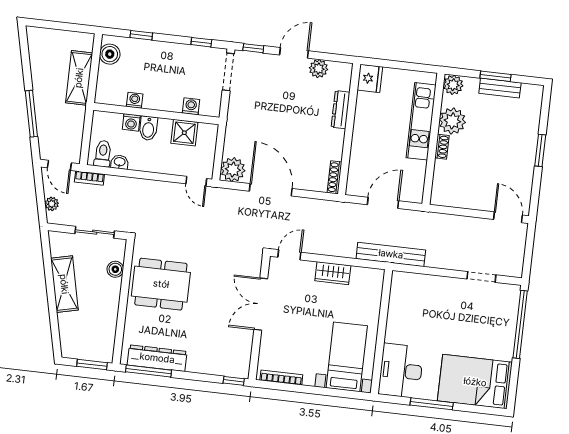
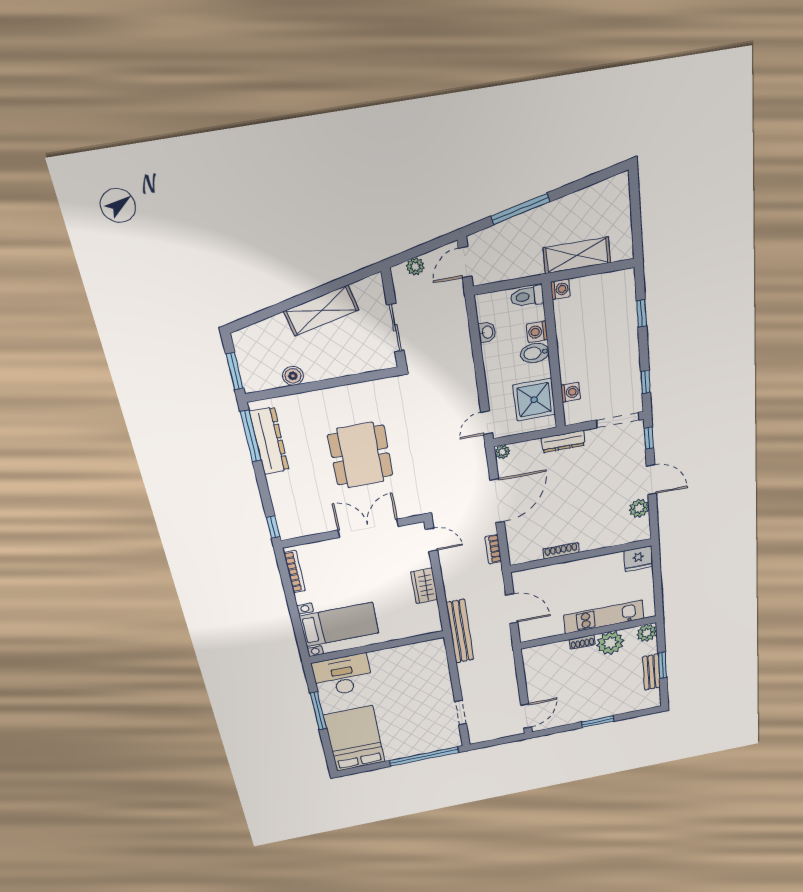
boiler: (110, 54) -> (613, 283), removed
washing machine: (135, 100) -> (560, 289), moved
dresser: (341, 110) -> (563, 442), moved, turned 180
shower: (184, 133) -> (534, 400), width x1.36, depth x1.36
toilet: (103, 154) -> (527, 296), moved, turned 180
plant: (233, 170) -> (502, 452), width x0.53, depth x0.53
shoe rack: (334, 177) -> (561, 551), moved
bookcase: (89, 178) -> (493, 549), moved
boiler: (115, 269) -> (293, 376), moved
dining table: (161, 284) -> (360, 455), moved

